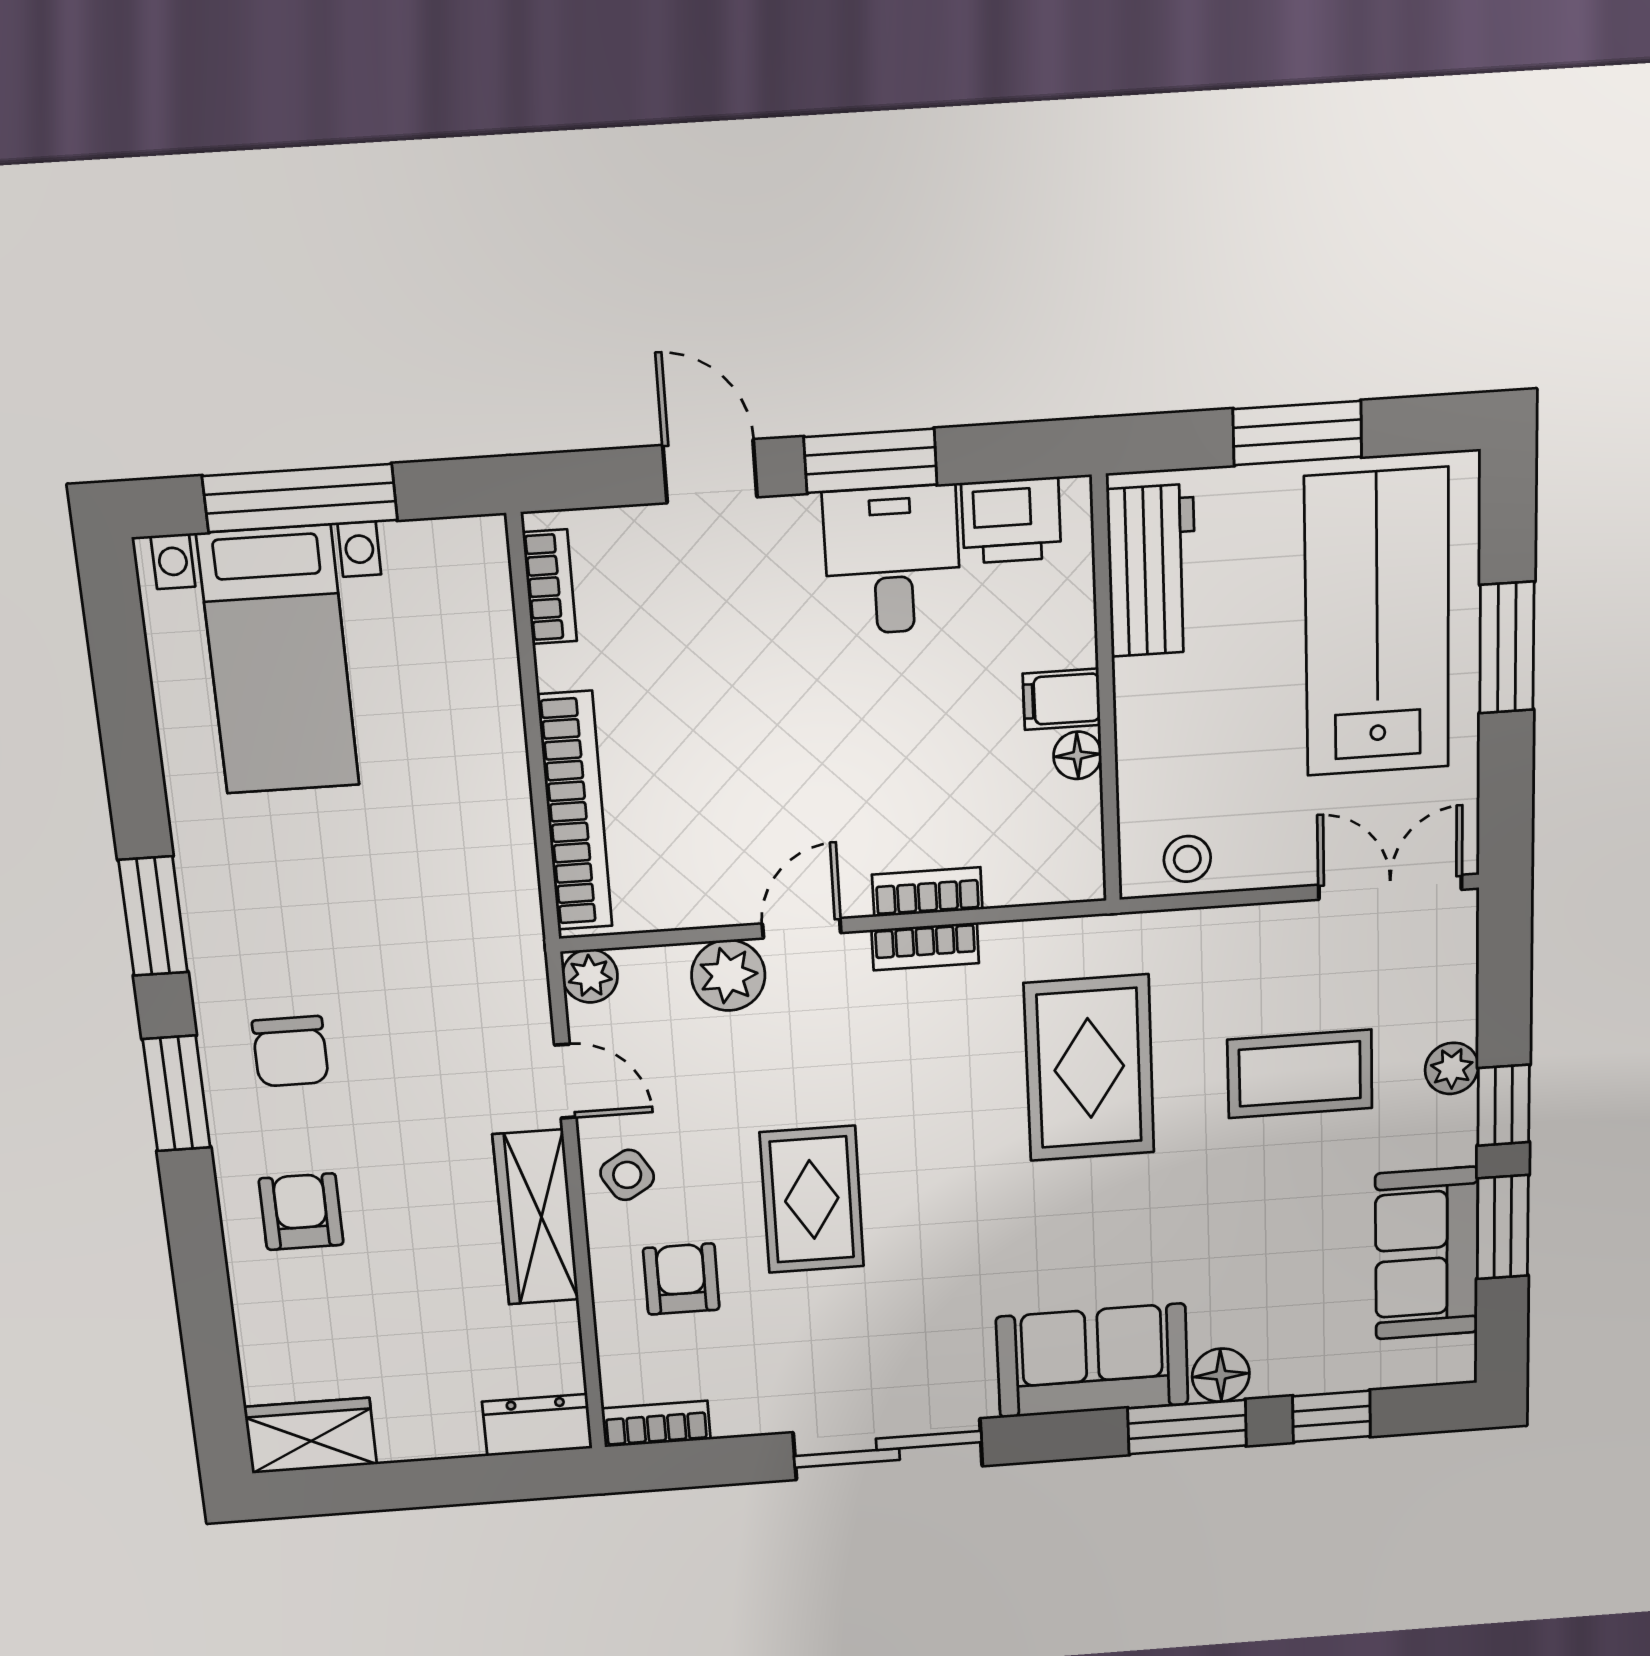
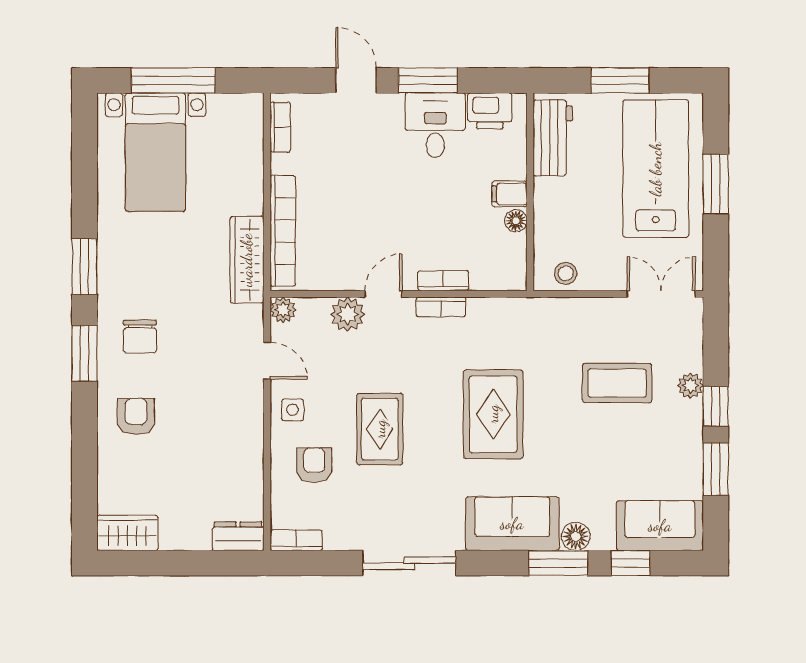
rug: (1089, 1068) -> (493, 414), moved
side table: (627, 1175) -> (292, 410), turned 31
wardrobe: (536, 1217) -> (247, 260), moved
sofa: (1427, 1253) -> (660, 526), moved, turned 90

